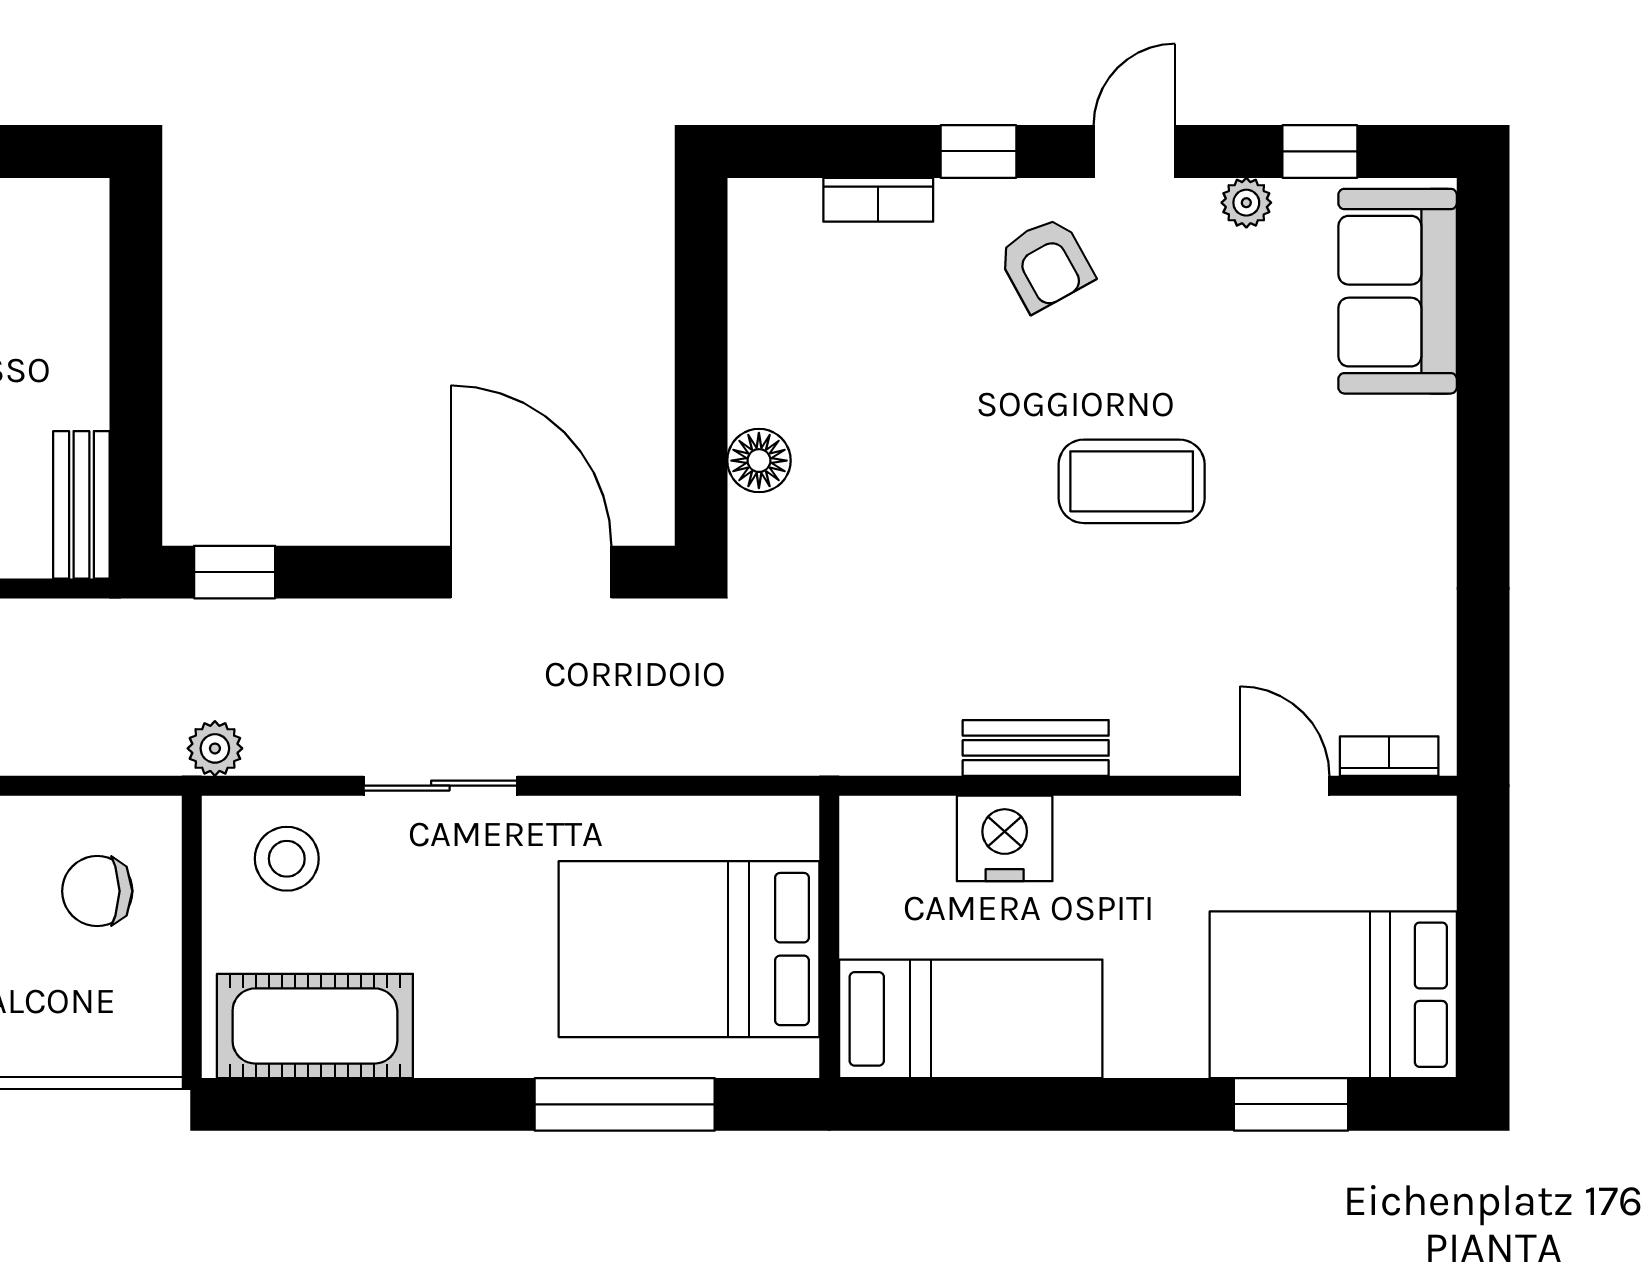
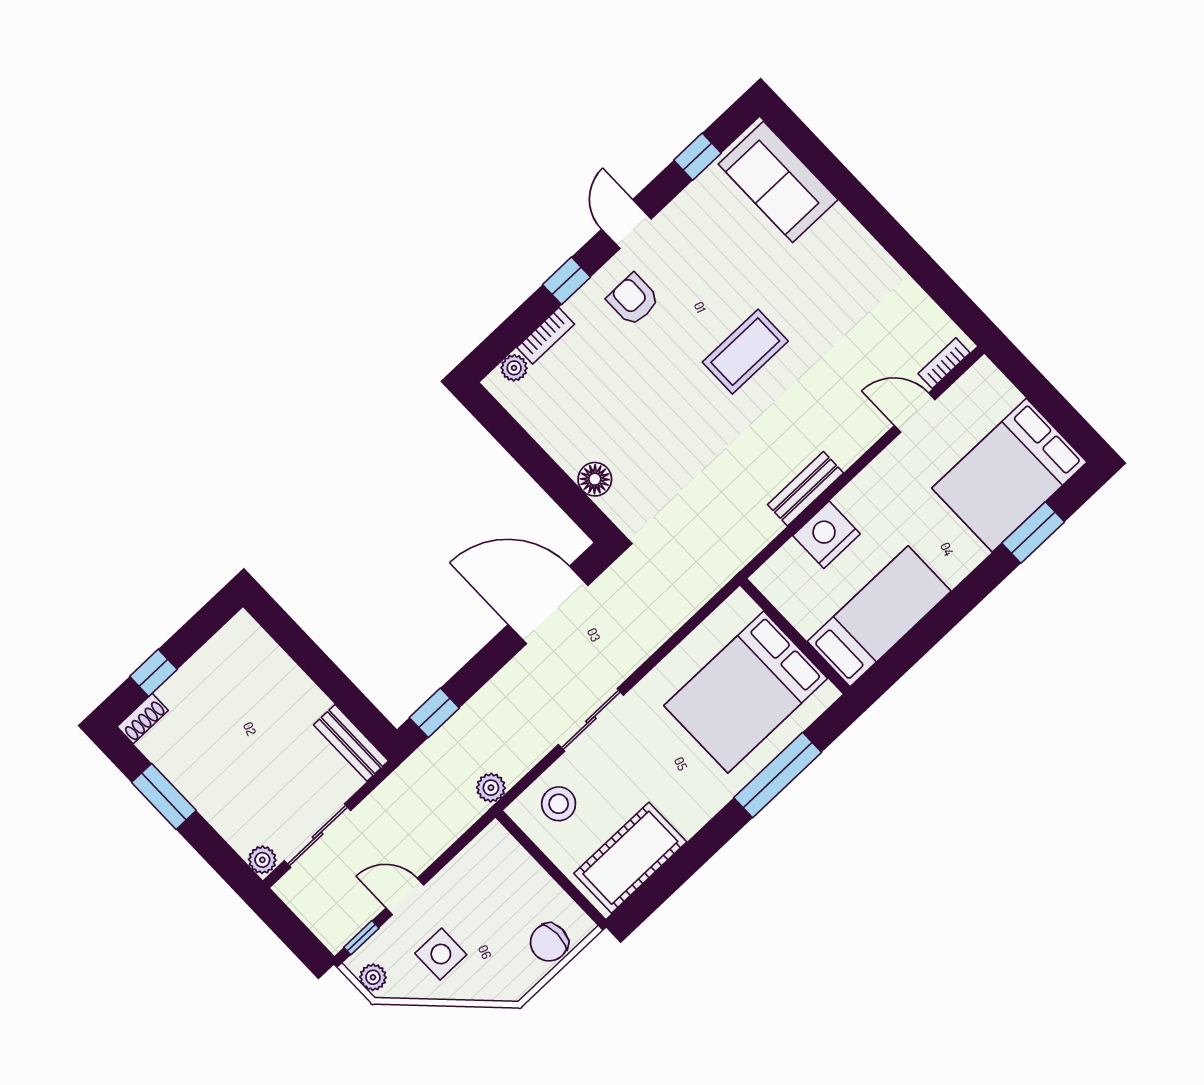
plant: (1246, 203) -> (514, 368), moved
armchair: (1046, 264) -> (633, 300), turned -151
chair: (97, 891) -> (549, 942), moved

